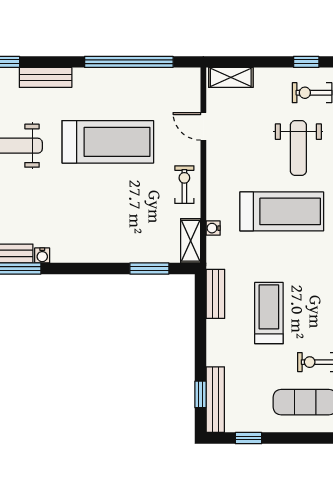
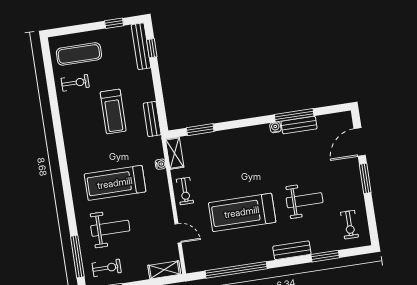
weight bench: (298, 148) -> (110, 228), turned 90

